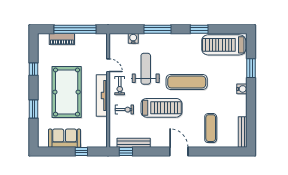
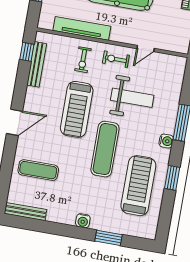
water cooler: (133, 38) -> (166, 141), moved
treadmill: (224, 45) -> (138, 186), moved
tv unit: (102, 95) -> (82, 28), moved

